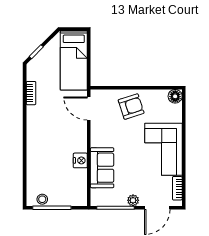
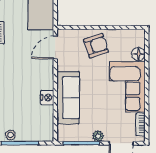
floor lamp: (175, 96) -> (139, 54), moved
door: (89, 108) -> (55, 48), hinge flipped
sofa: (102, 168) -> (68, 98), width x1.36

